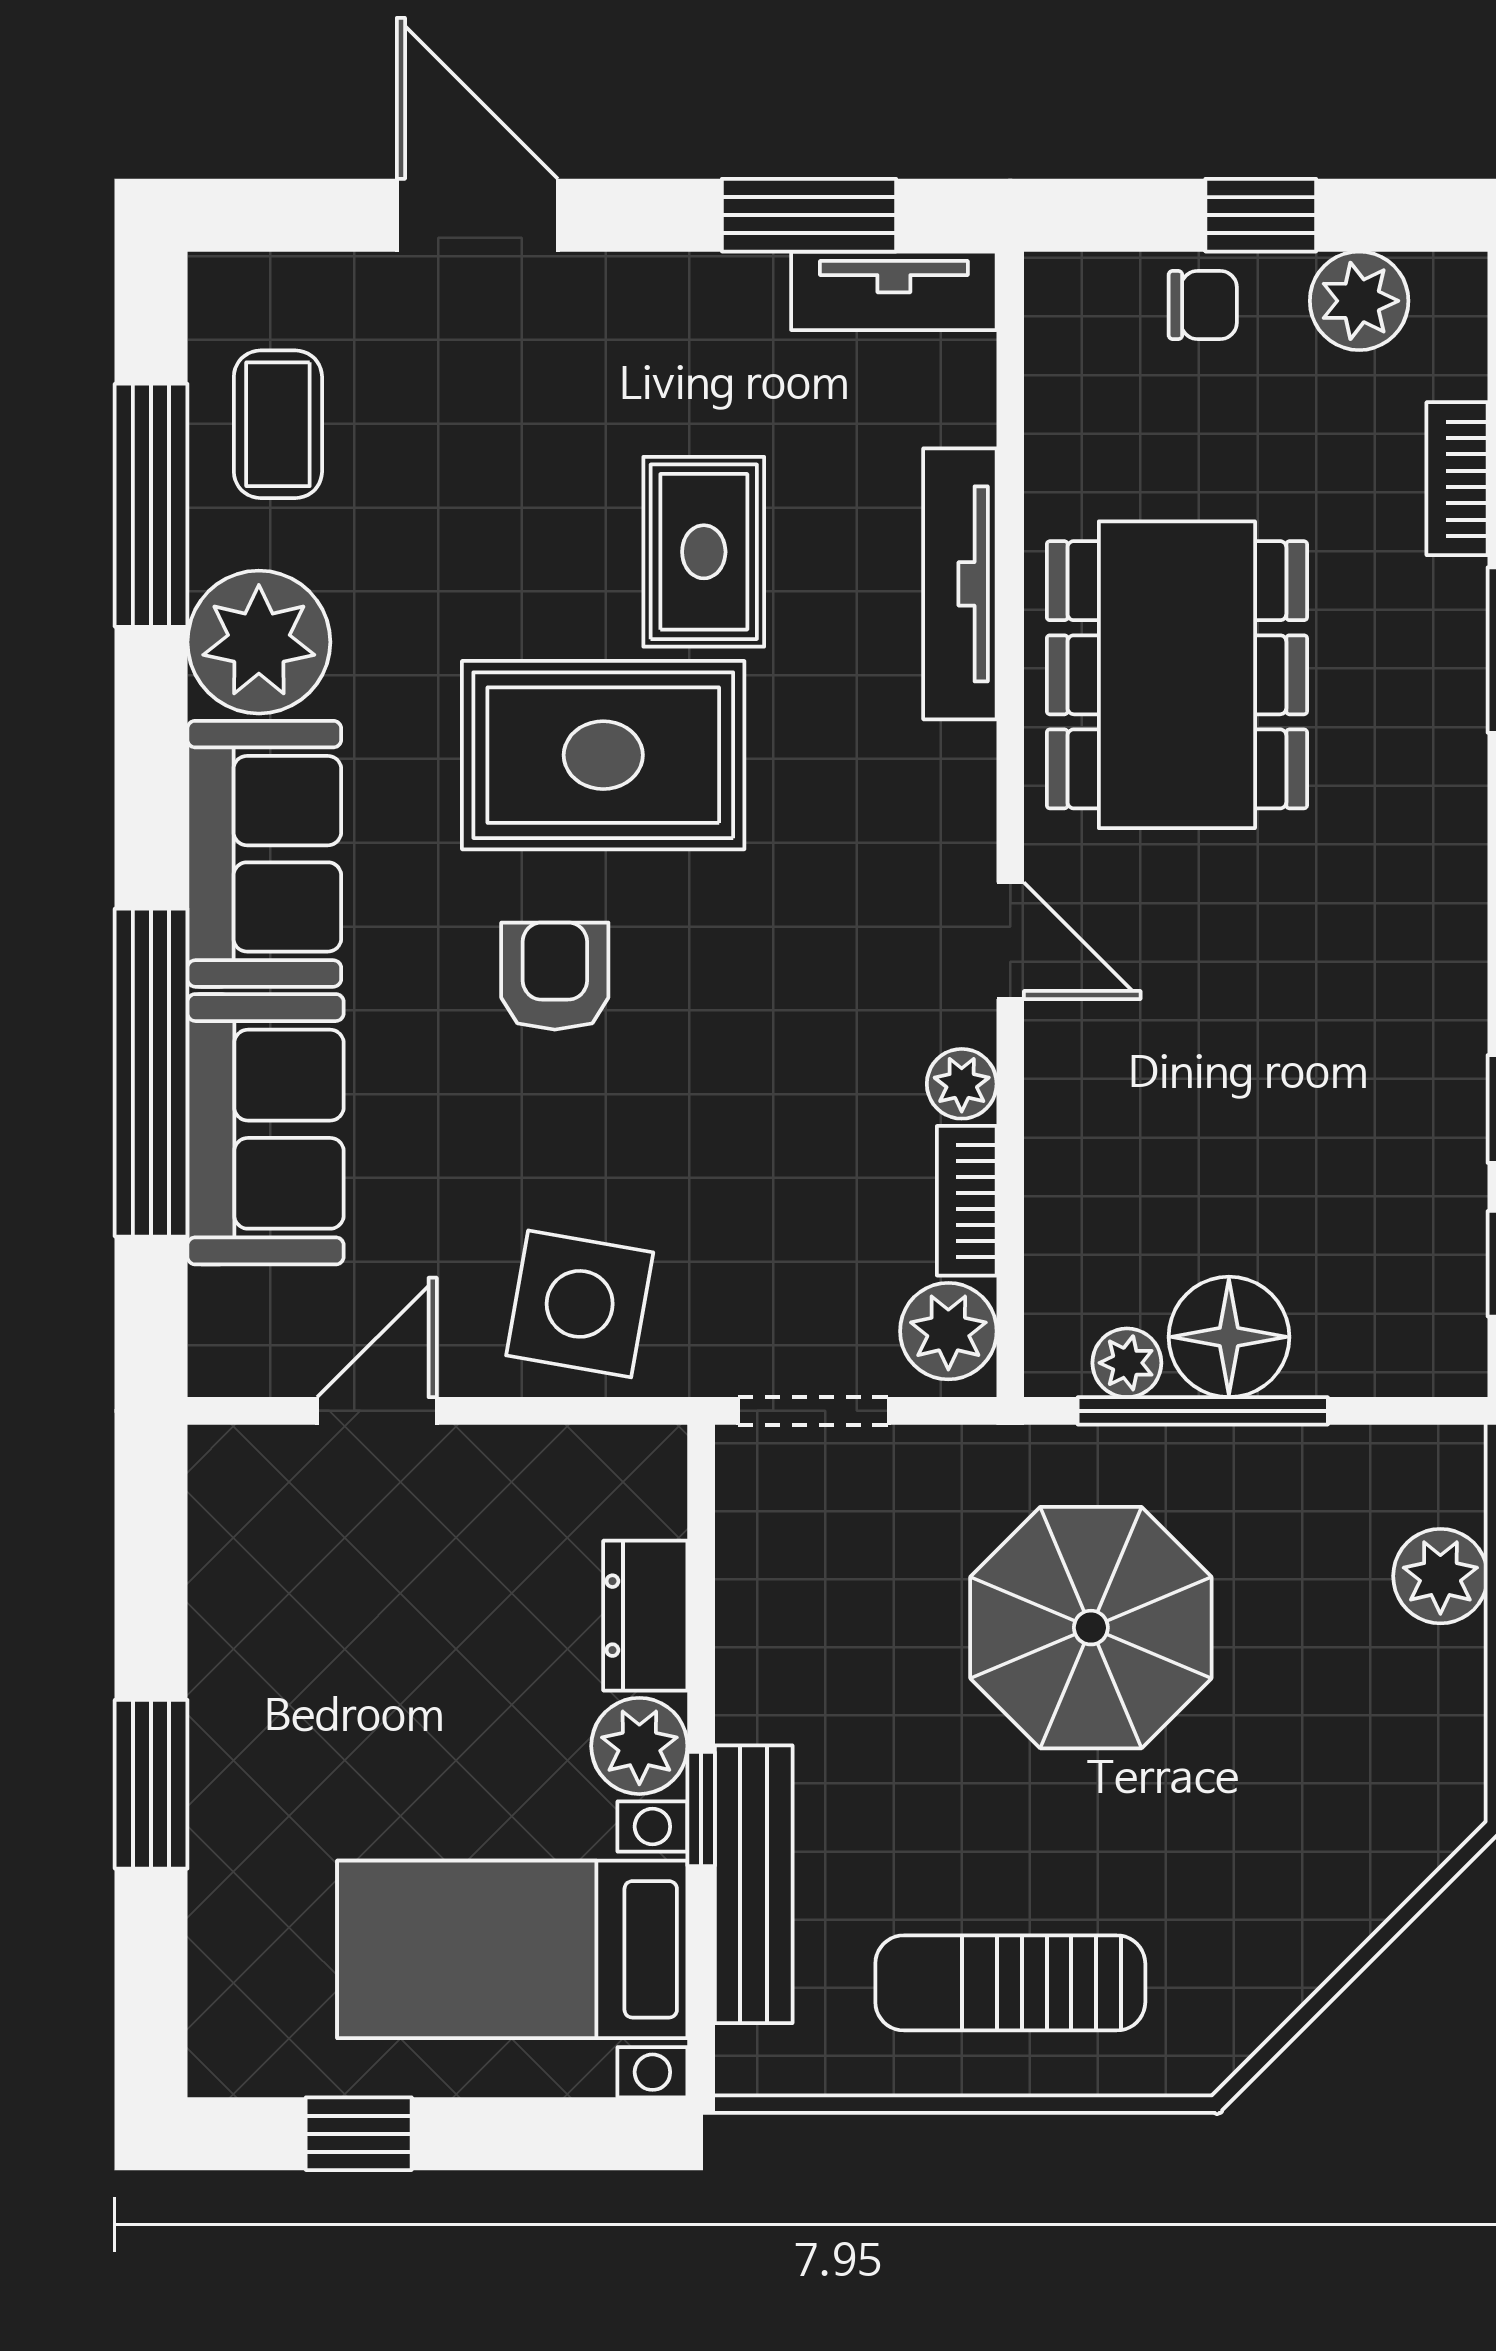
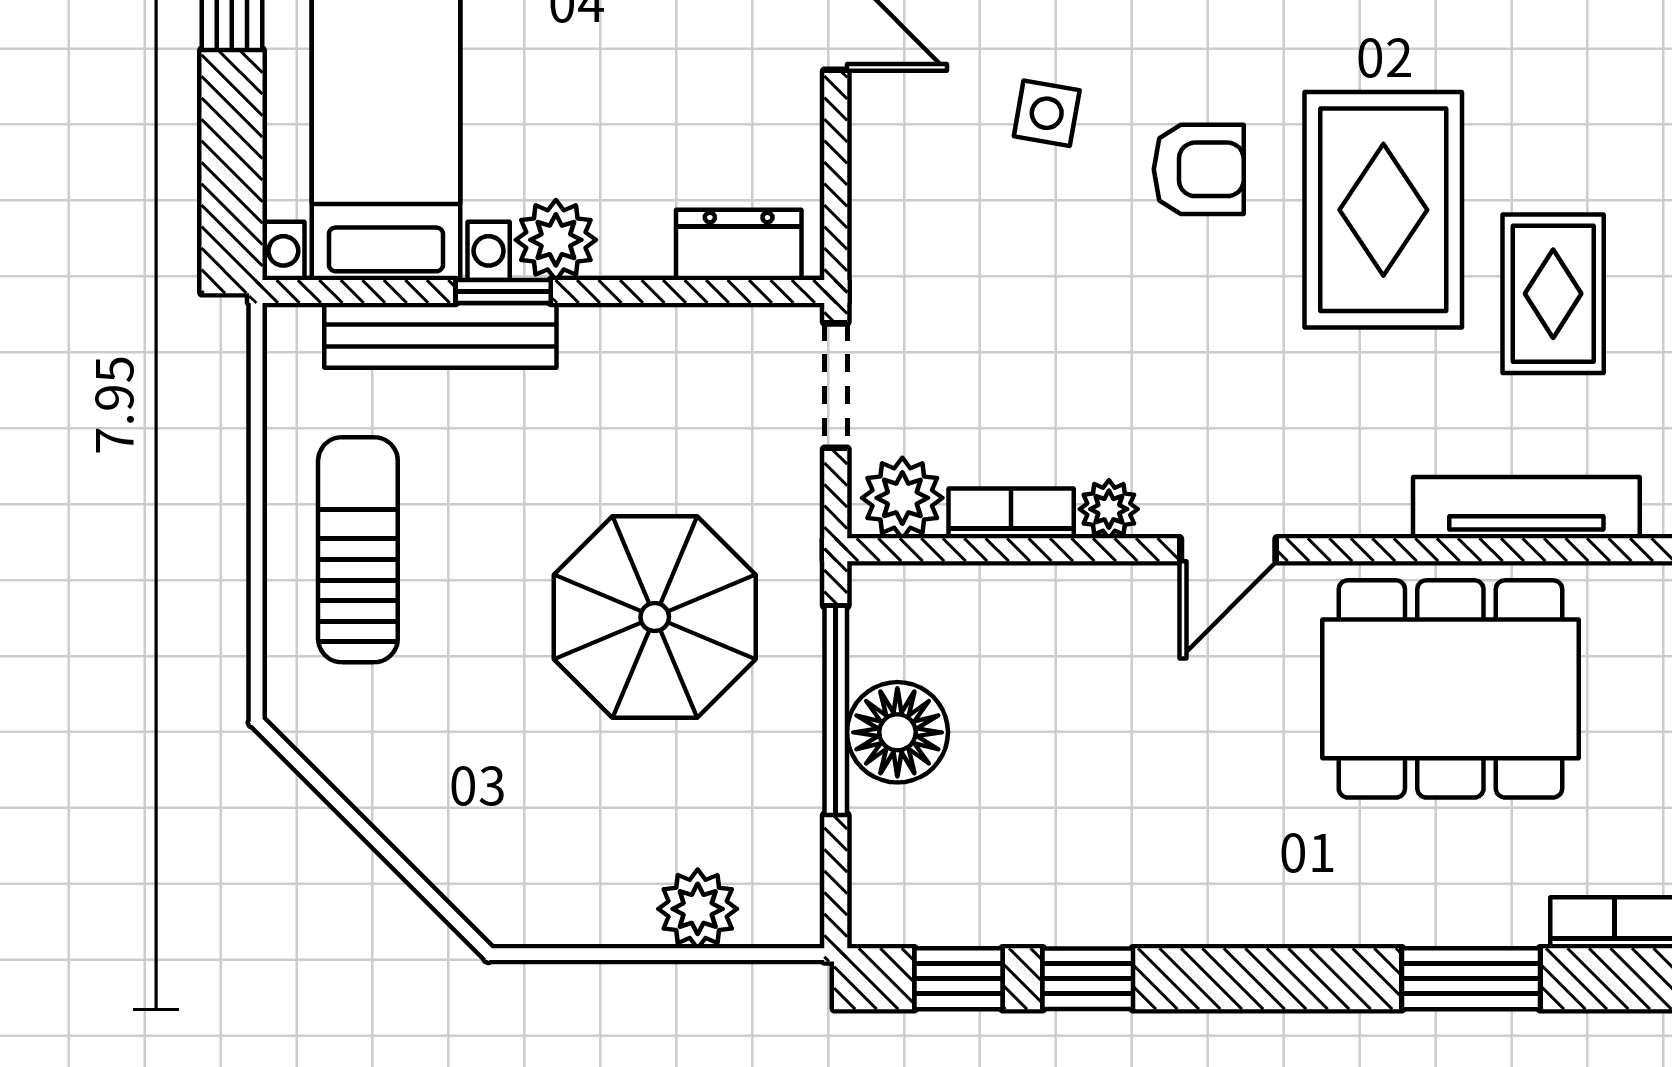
rug: (704, 552) -> (1553, 294), turned 90
side table: (580, 1304) -> (1047, 113), moved, width x0.54, depth x0.54
plant: (1127, 1363) -> (876, 647), removed
dresser: (645, 1616) -> (739, 245), moved

